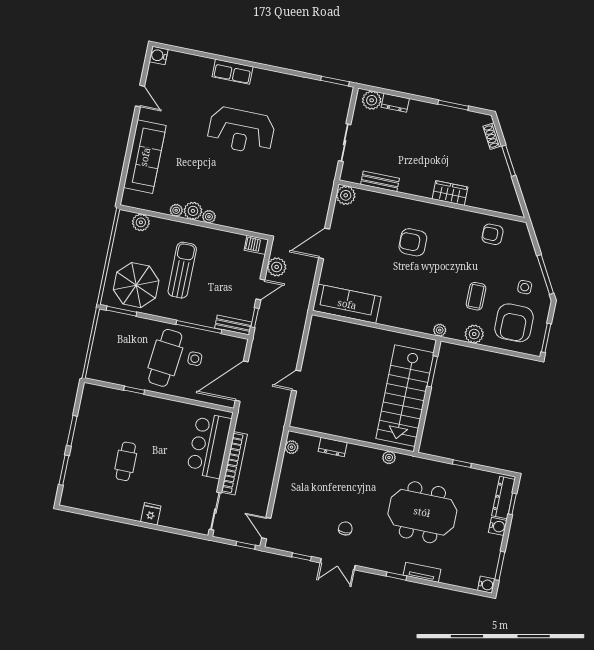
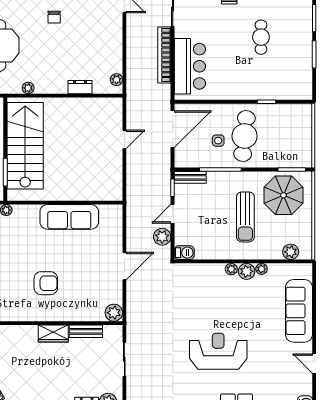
wardrobe: (450, 193) -> (53, 334), moved
sofa: (347, 304) -> (69, 217), moved

